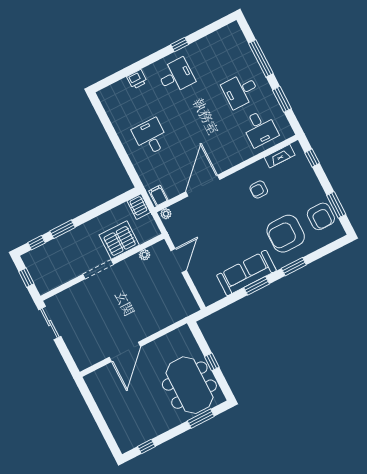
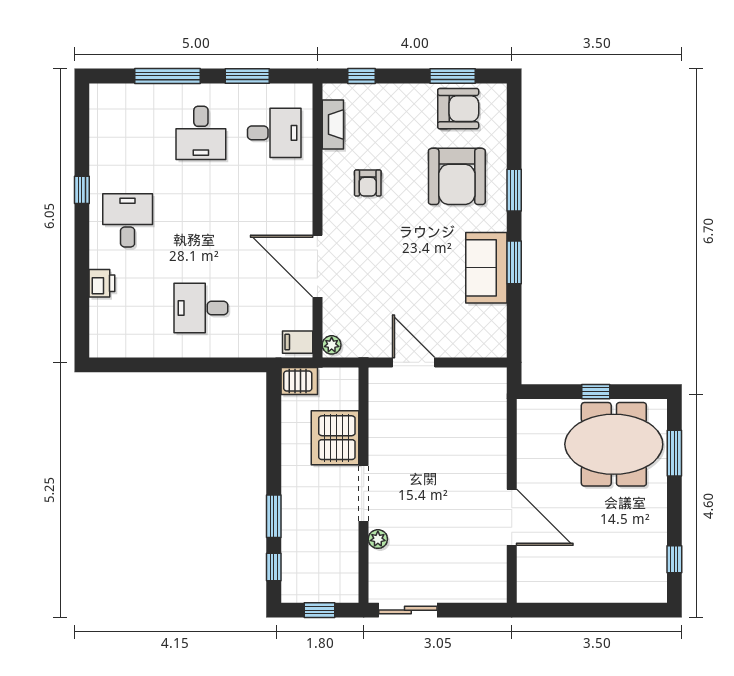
plant: (145, 255) -> (378, 539), moved
sofa: (246, 273) -> (486, 268), width x0.73

